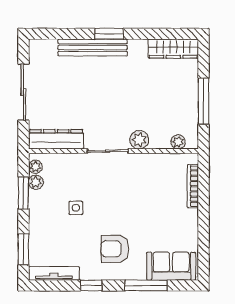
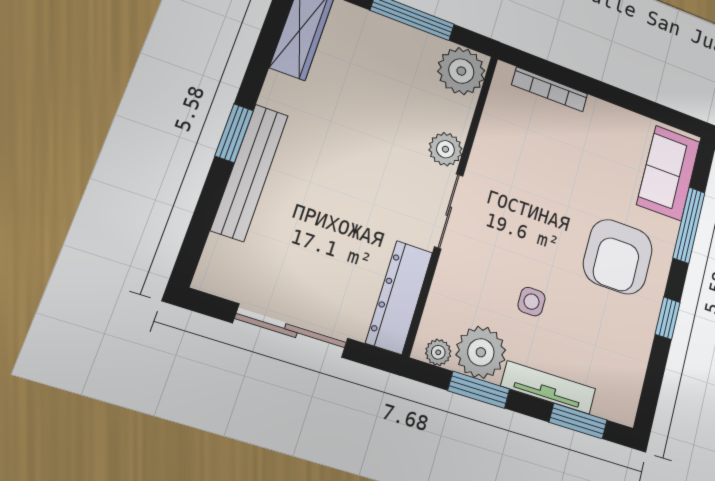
plant: (178, 142) -> (461, 71), width x1.88, depth x1.88
plant: (36, 182) -> (481, 352), width x1.87, depth x1.87
armchair: (115, 249) -> (618, 257), width x1.36, depth x1.36
tv unit: (54, 273) -> (548, 387), moved, turned 90

